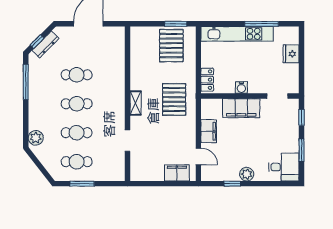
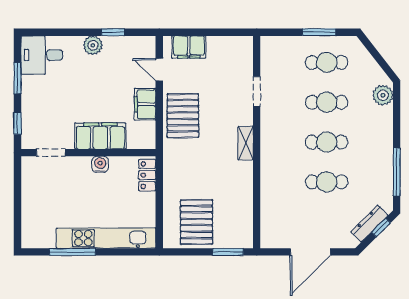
window: (176, 24) -> (228, 252), moved
fridge: (291, 54) -> (32, 211), removed
pallet: (174, 99) -> (183, 116), moved

